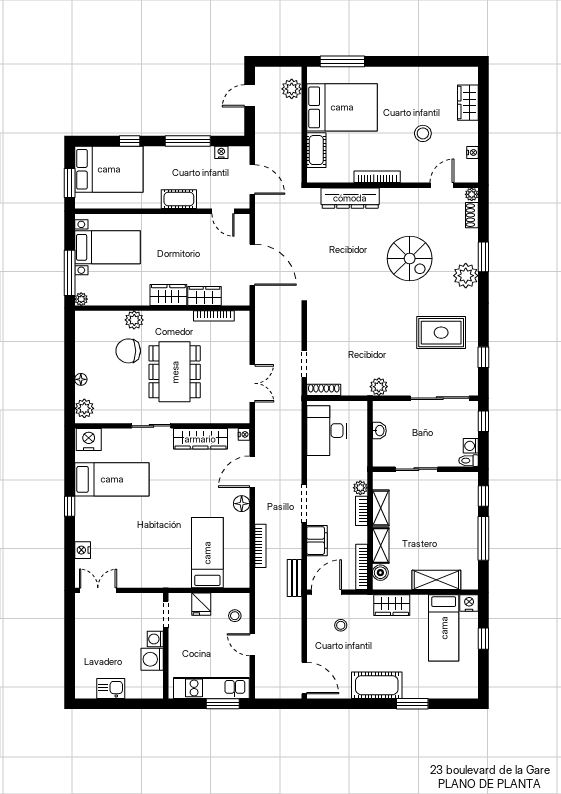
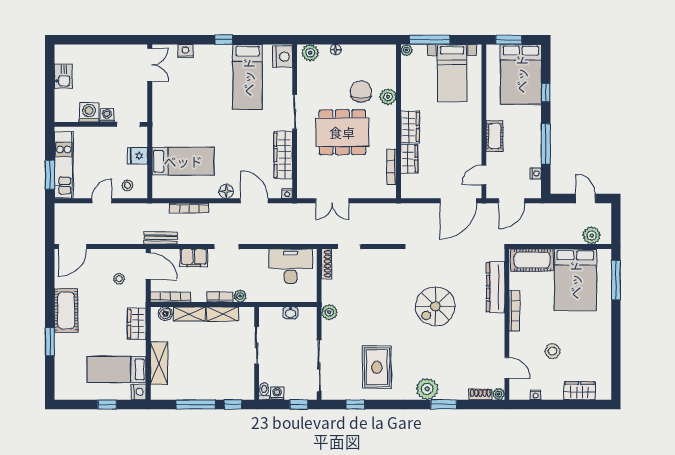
cot: (316, 150) -> (532, 260), width x1.37, depth x1.34
spiral stairs: (410, 259) -> (435, 306), moved
door: (252, 265) -> (458, 201), moved
doorway: (304, 503) -> (226, 247), width x0.73

